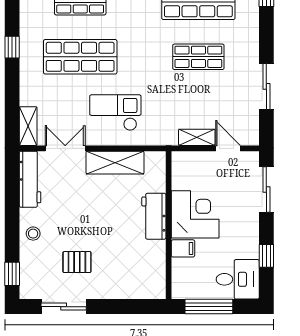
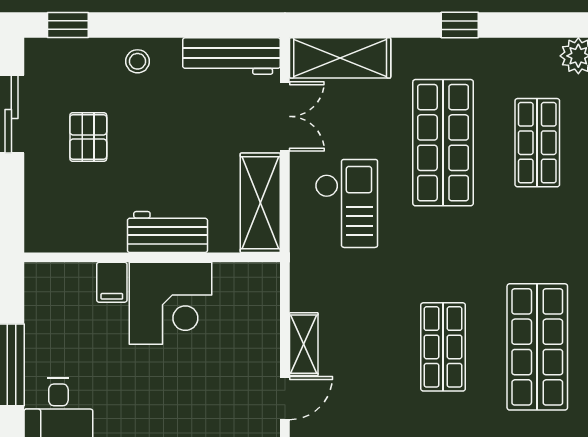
shelving: (28, 126) -> (340, 58), width x1.50, depth x1.33
corner desk: (195, 214) -> (171, 303), moved
workbench: (154, 216) -> (167, 232), moved
wall: (169, 225) -> (152, 257), moved
filing cabinet: (183, 248) -> (112, 282), moved

